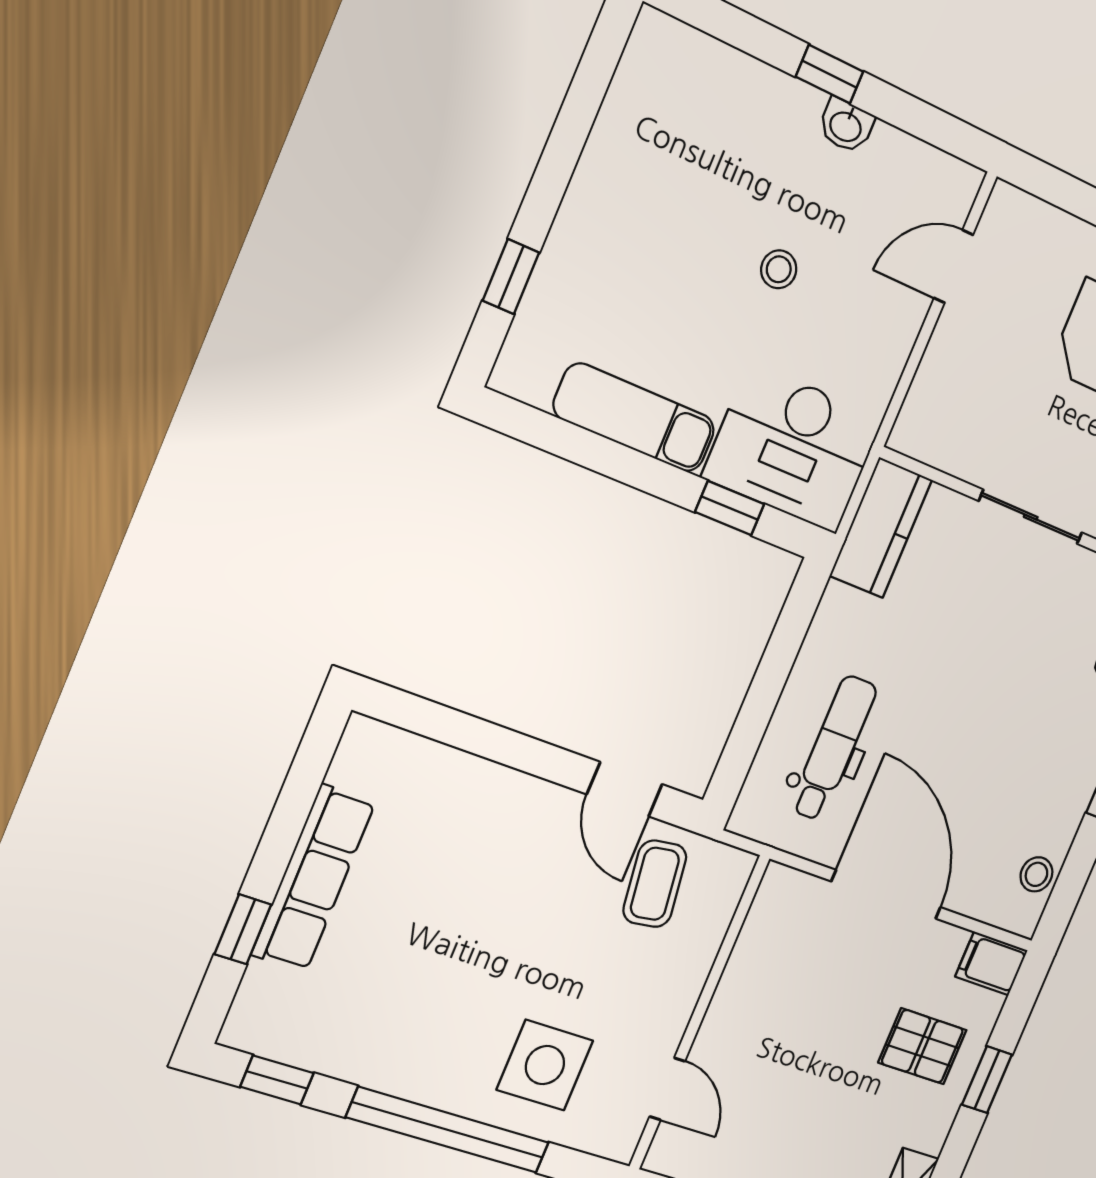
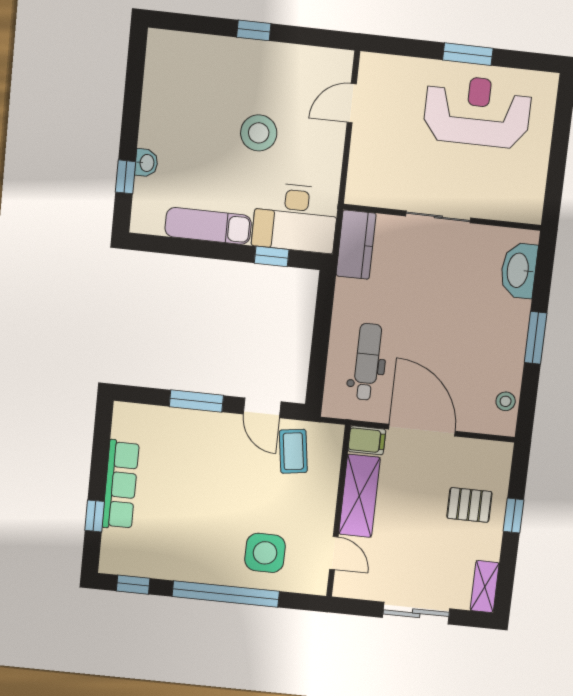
washbasin: (846, 126) -> (146, 163), moved, turned -90
stool: (779, 269) -> (259, 133), width x1.89, depth x1.89
window: (509, 748) -> (196, 401), added
filing cabinet: (991, 963) -> (367, 440), moved, turned 180
shelving: (744, 992) -> (359, 496), added

